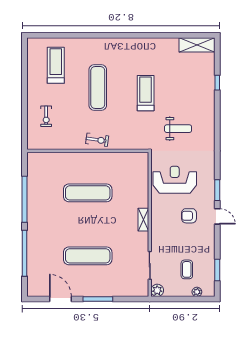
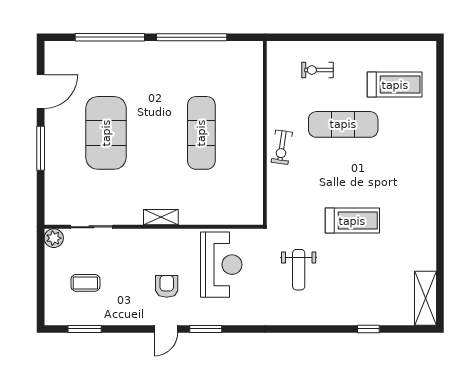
exercise mat: (98, 88) -> (343, 124), moved
exercise mat: (88, 256) -> (106, 133), width x1.47
plant: (197, 292) -> (51, 298), removed

